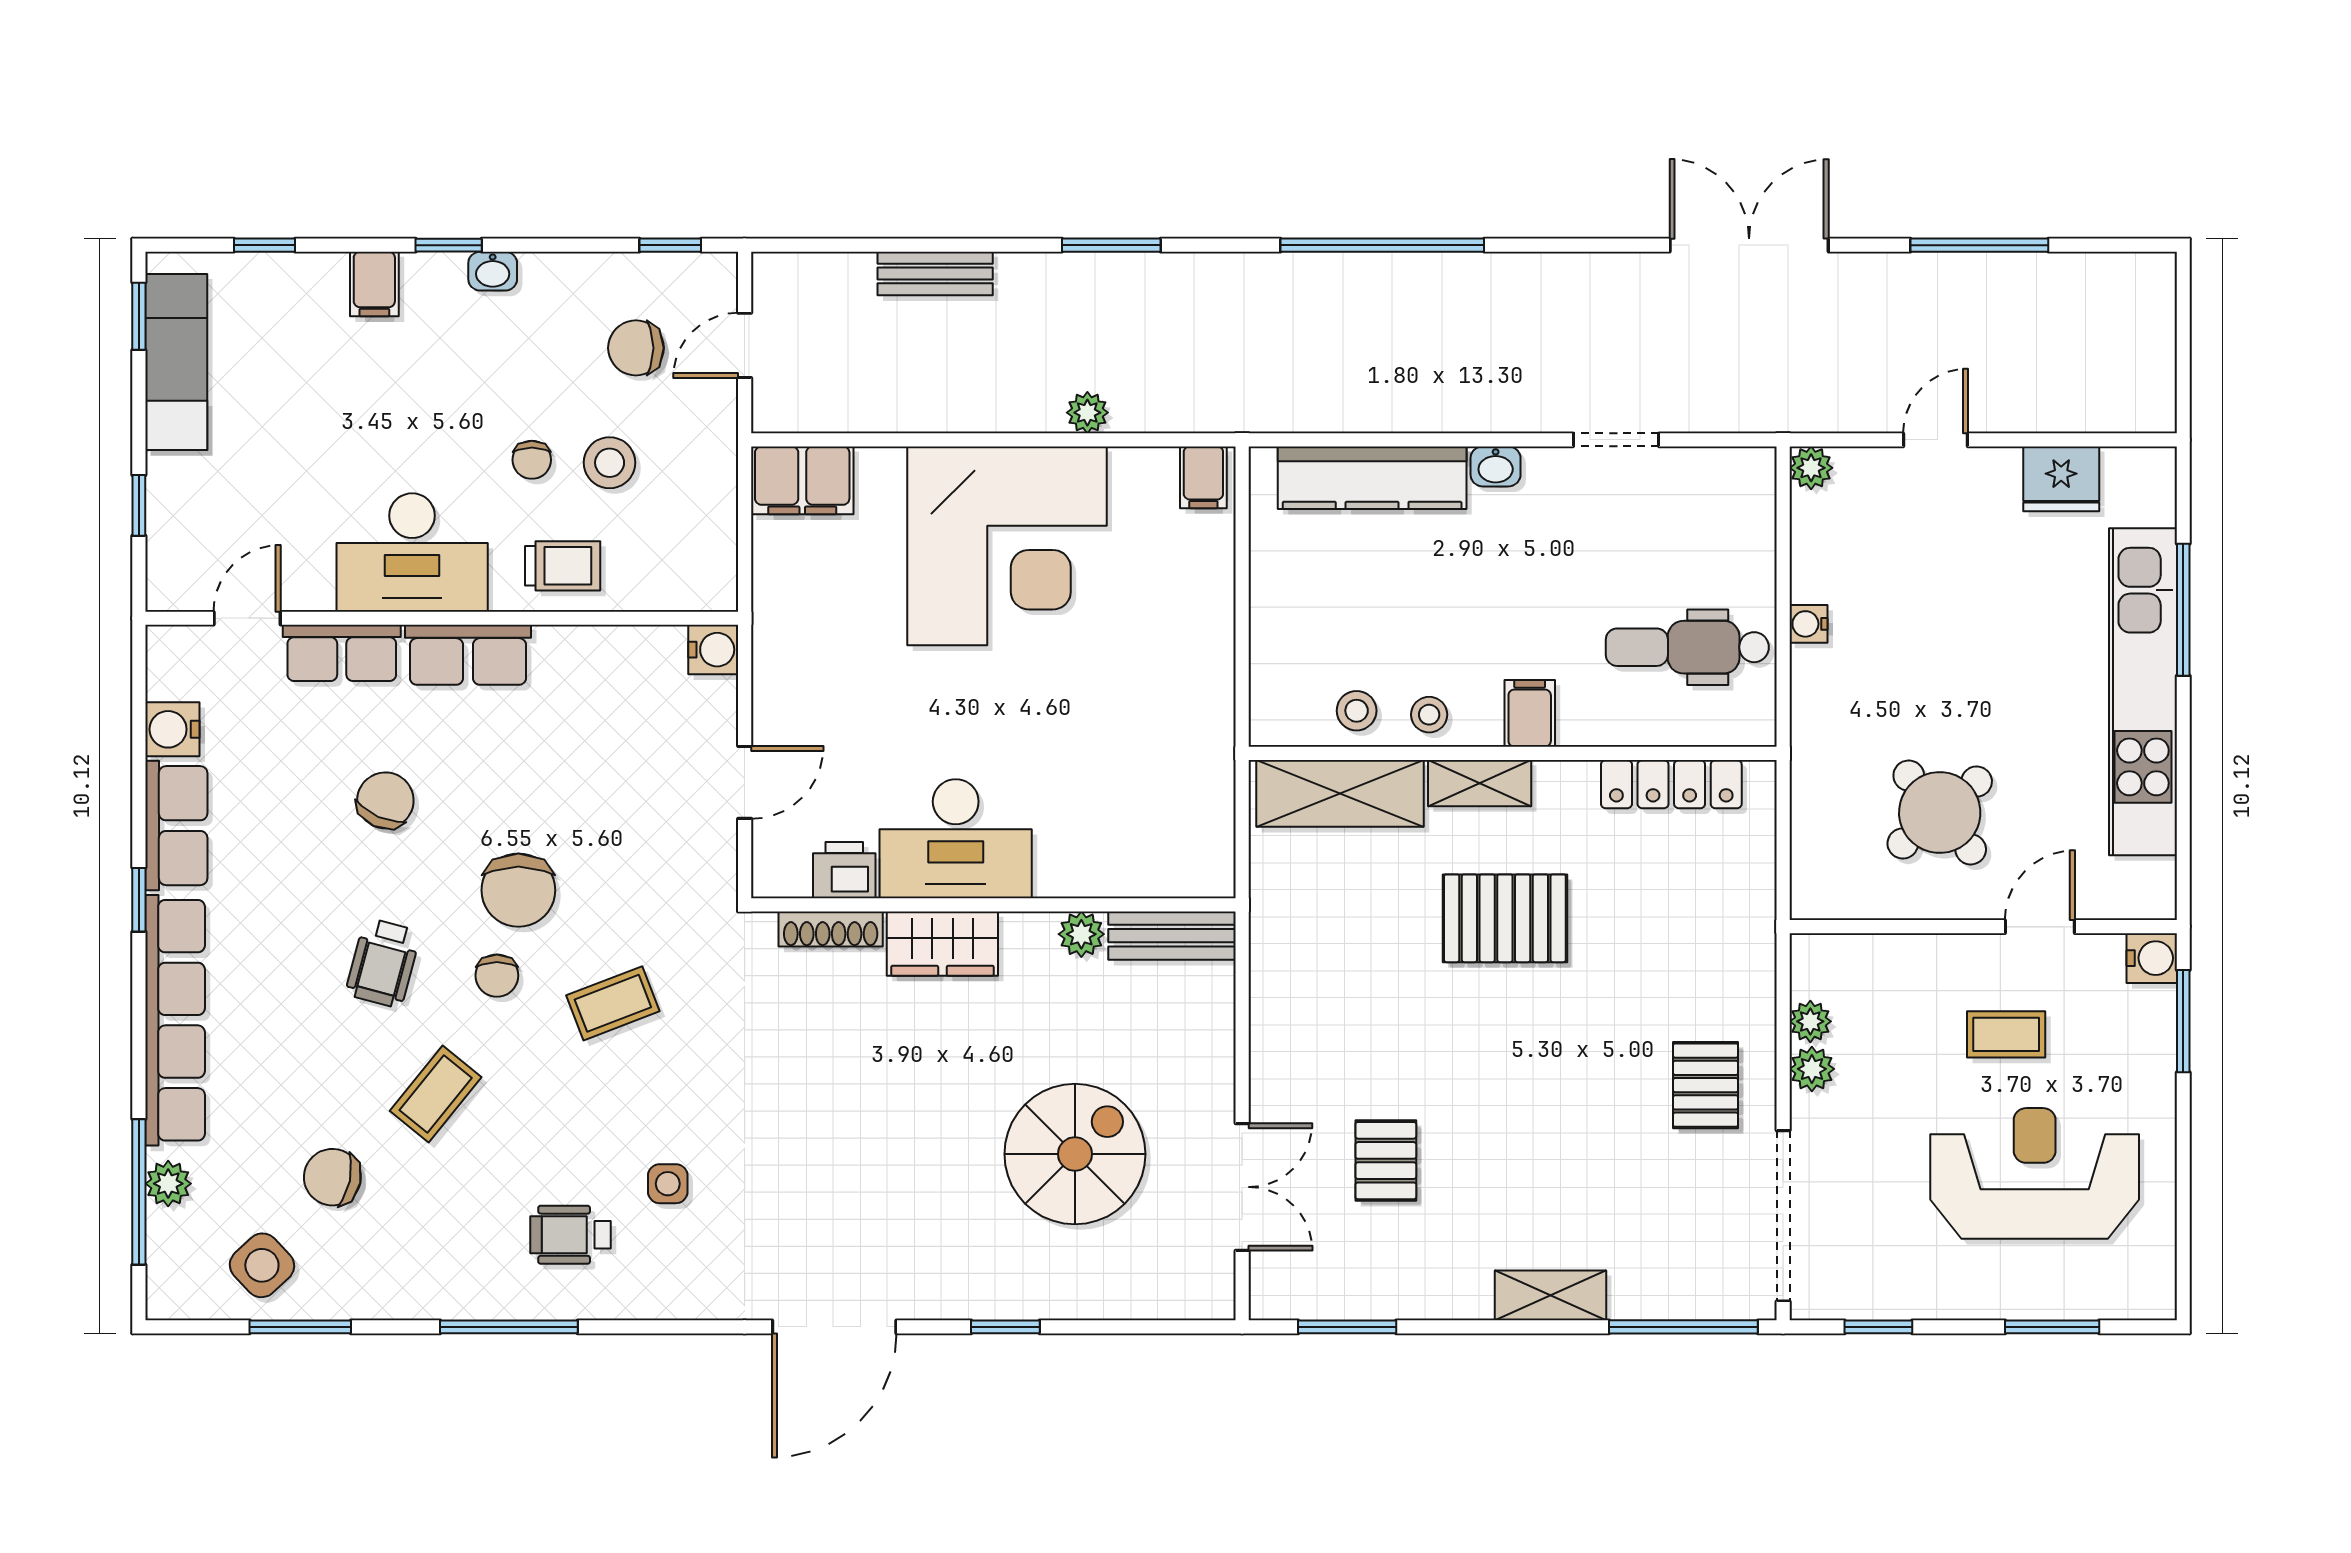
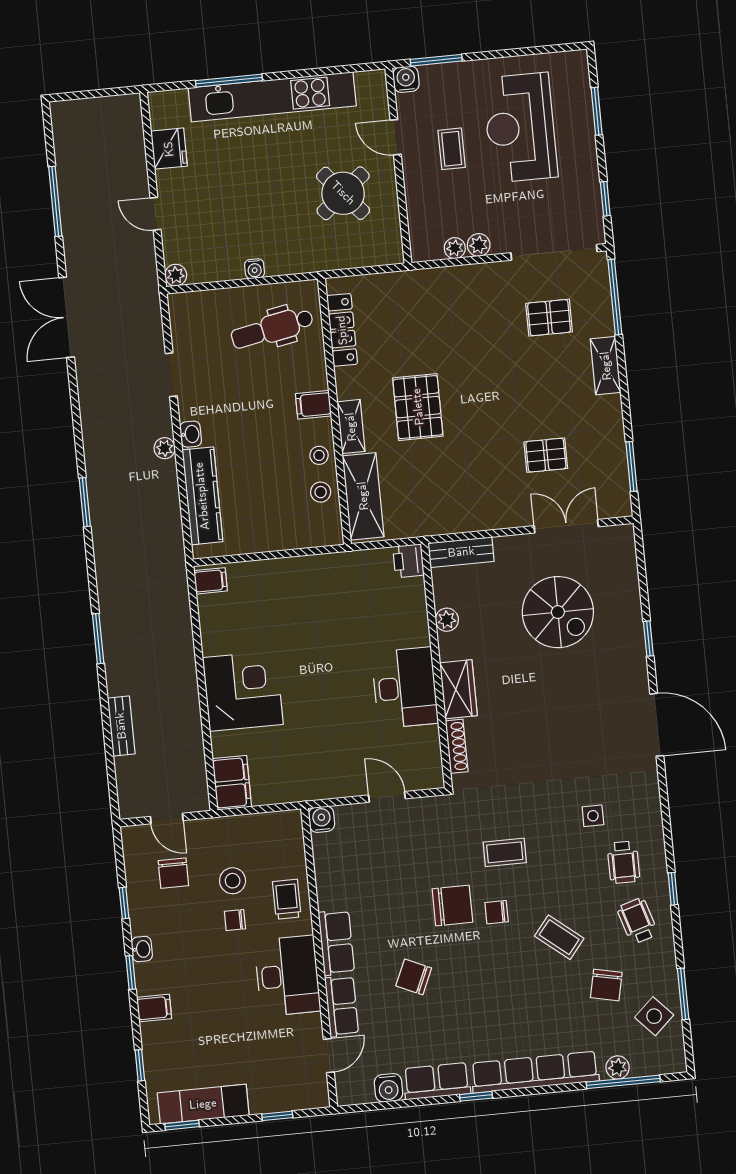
window: (670, 245) -> (124, 903), moved
window: (1382, 245) -> (85, 502), width x0.47
plant: (1087, 413) -> (165, 448), moved
chair: (532, 460) -> (235, 920), turned 180
corner desk: (1007, 546) -> (243, 691), width x0.74, depth x0.74
door: (247, 618) -> (329, 1056), swing flipped
dental chair: (1687, 647) -> (272, 329), turned 79
printer: (844, 870) -> (408, 561), moved
bench: (1172, 936) -> (461, 552), moved, turned 90
wheelchair: (383, 963) -> (637, 921), moved, turned -122
chair: (497, 976) -> (497, 912), turned 180
coffee table: (613, 1003) -> (505, 852), turned -69
pallet: (1706, 1085) -> (549, 318), moved
spiral stairs: (1075, 1154) -> (558, 612), turned 180
window: (509, 1327) -> (673, 889), width x0.46

